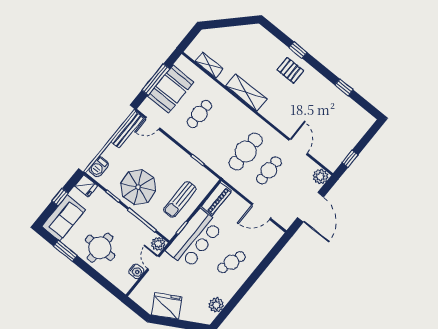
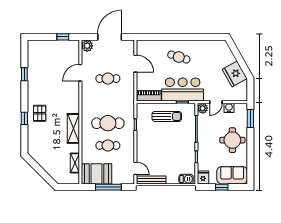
booth: (171, 89) -> (97, 174), moved
cafe table: (246, 152) -> (108, 123), moved
parasol: (138, 187) -> (179, 147), removed
window: (65, 251) -> (250, 119), moved
plant: (216, 305) -> (211, 46), removed

